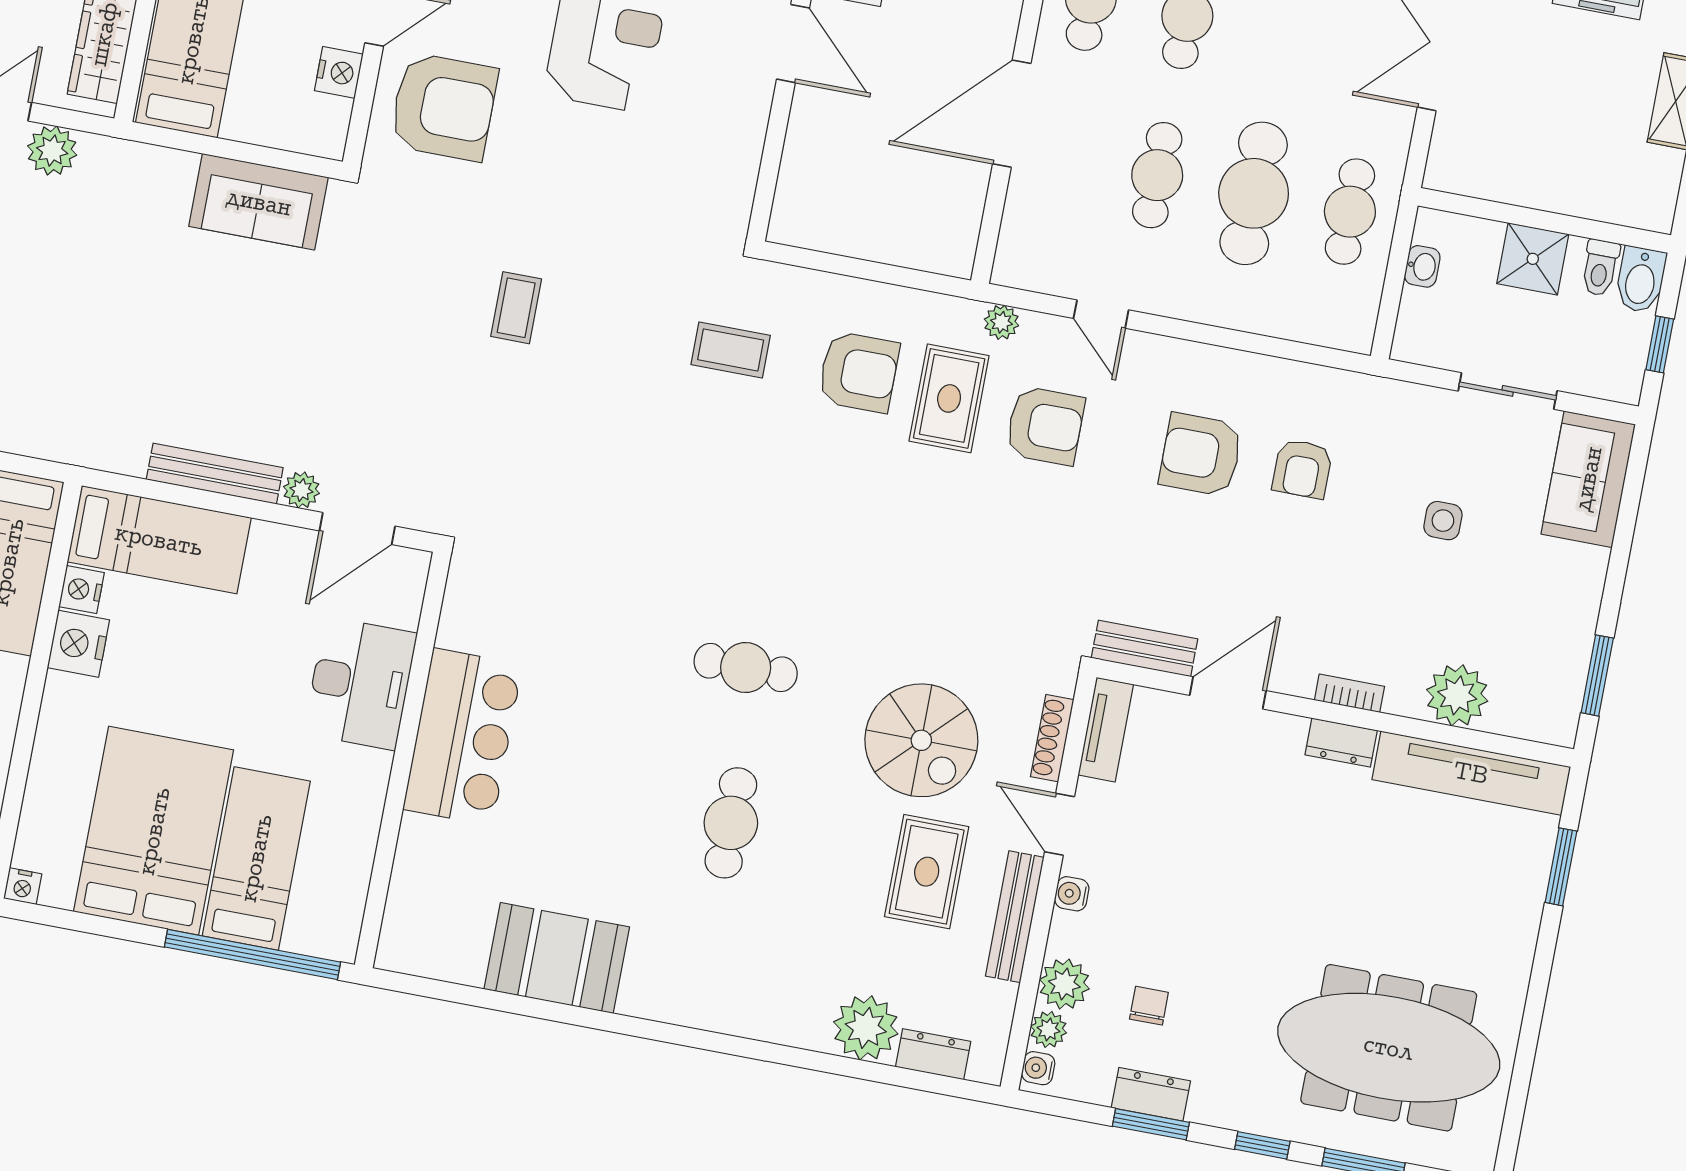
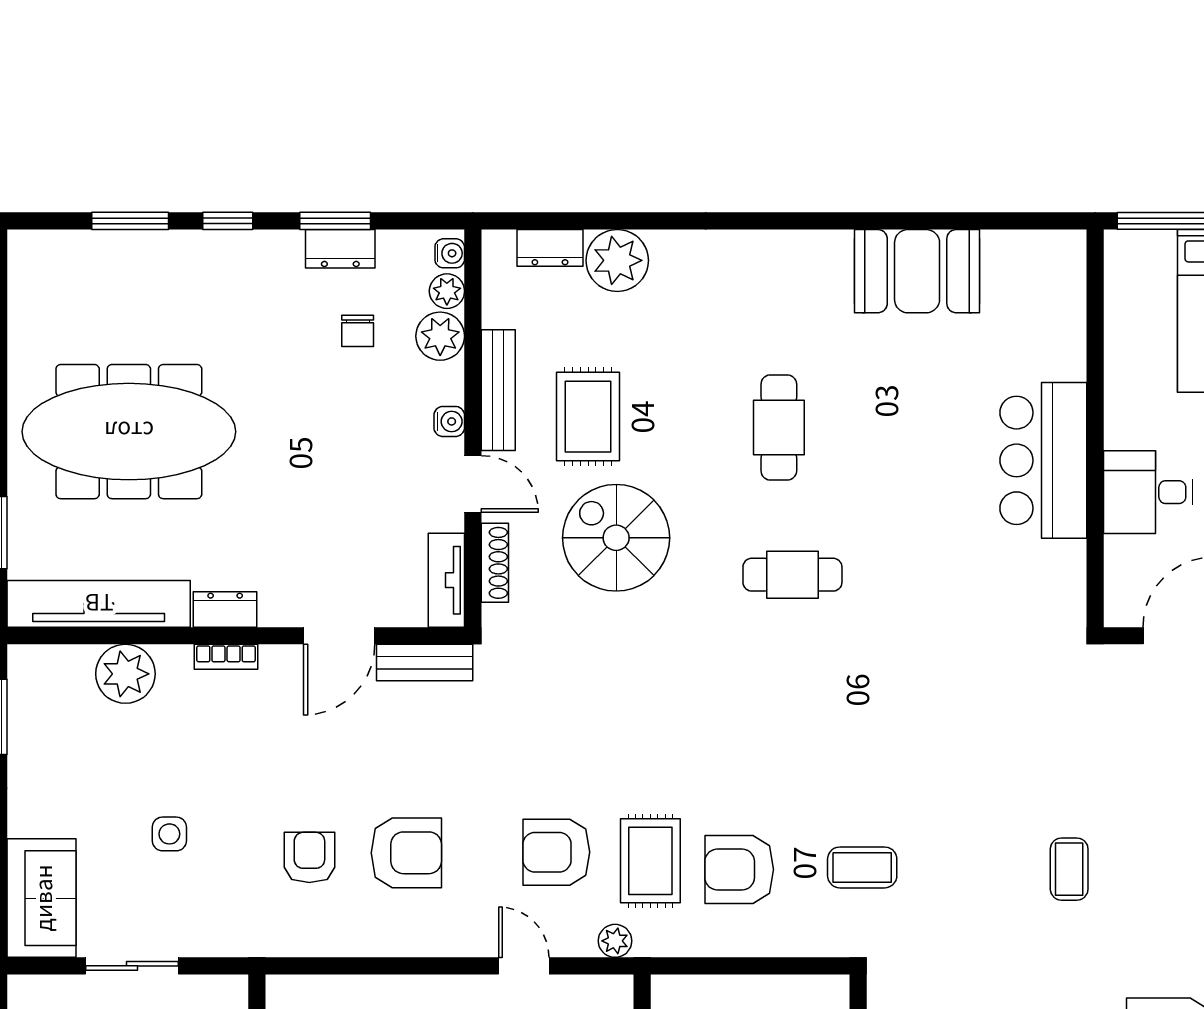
desk: (360, 683) -> (1148, 492), width x0.73
meeting table: (1389, 1048) -> (129, 432), moved

